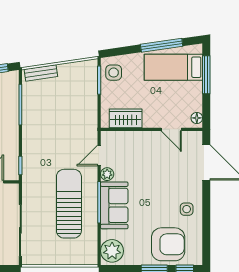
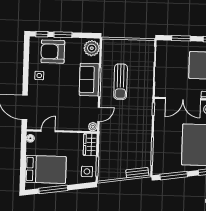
bed: (173, 67) -> (46, 169), width x1.50
window: (206, 75) -> (23, 168), removed
wardrobe: (126, 118) -> (90, 145), moved, turned 90
door: (171, 129) -> (48, 131), hinge flipped
plant: (107, 174) -> (93, 127), moved
sun lounger: (69, 204) -> (121, 82), width x0.73, depth x0.75

